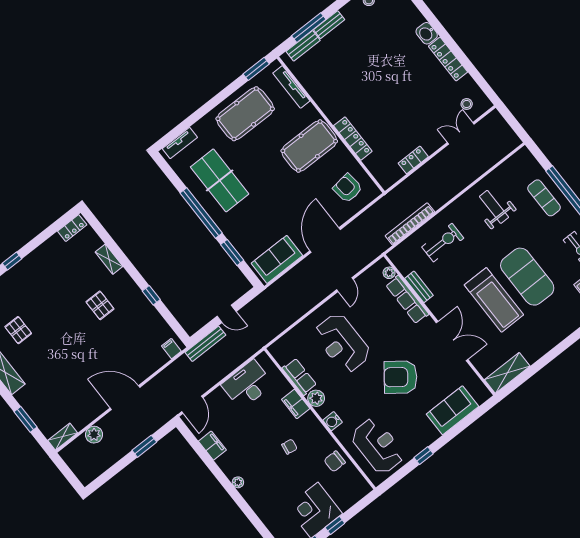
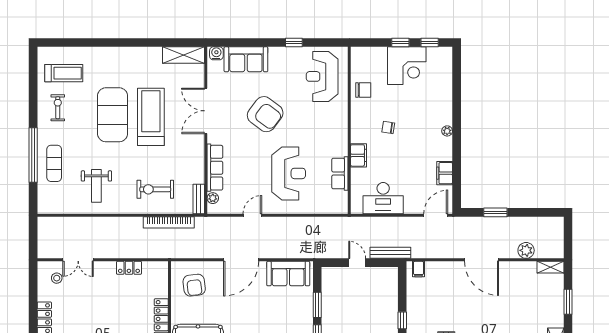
bench: (419, 287) -> (199, 199), moved
plant: (316, 398) -> (340, 148), removed
water cooler: (333, 421) -> (216, 53), moved, turned -90

